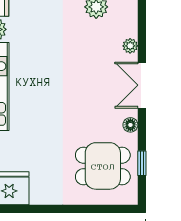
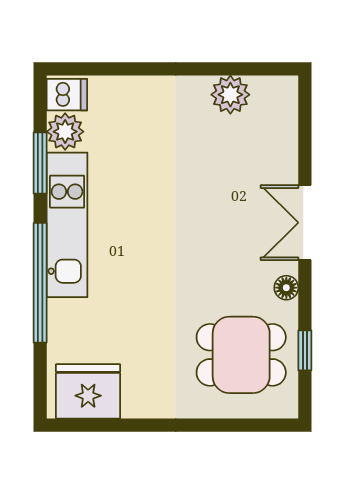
plant: (130, 46) -> (286, 158), removed

